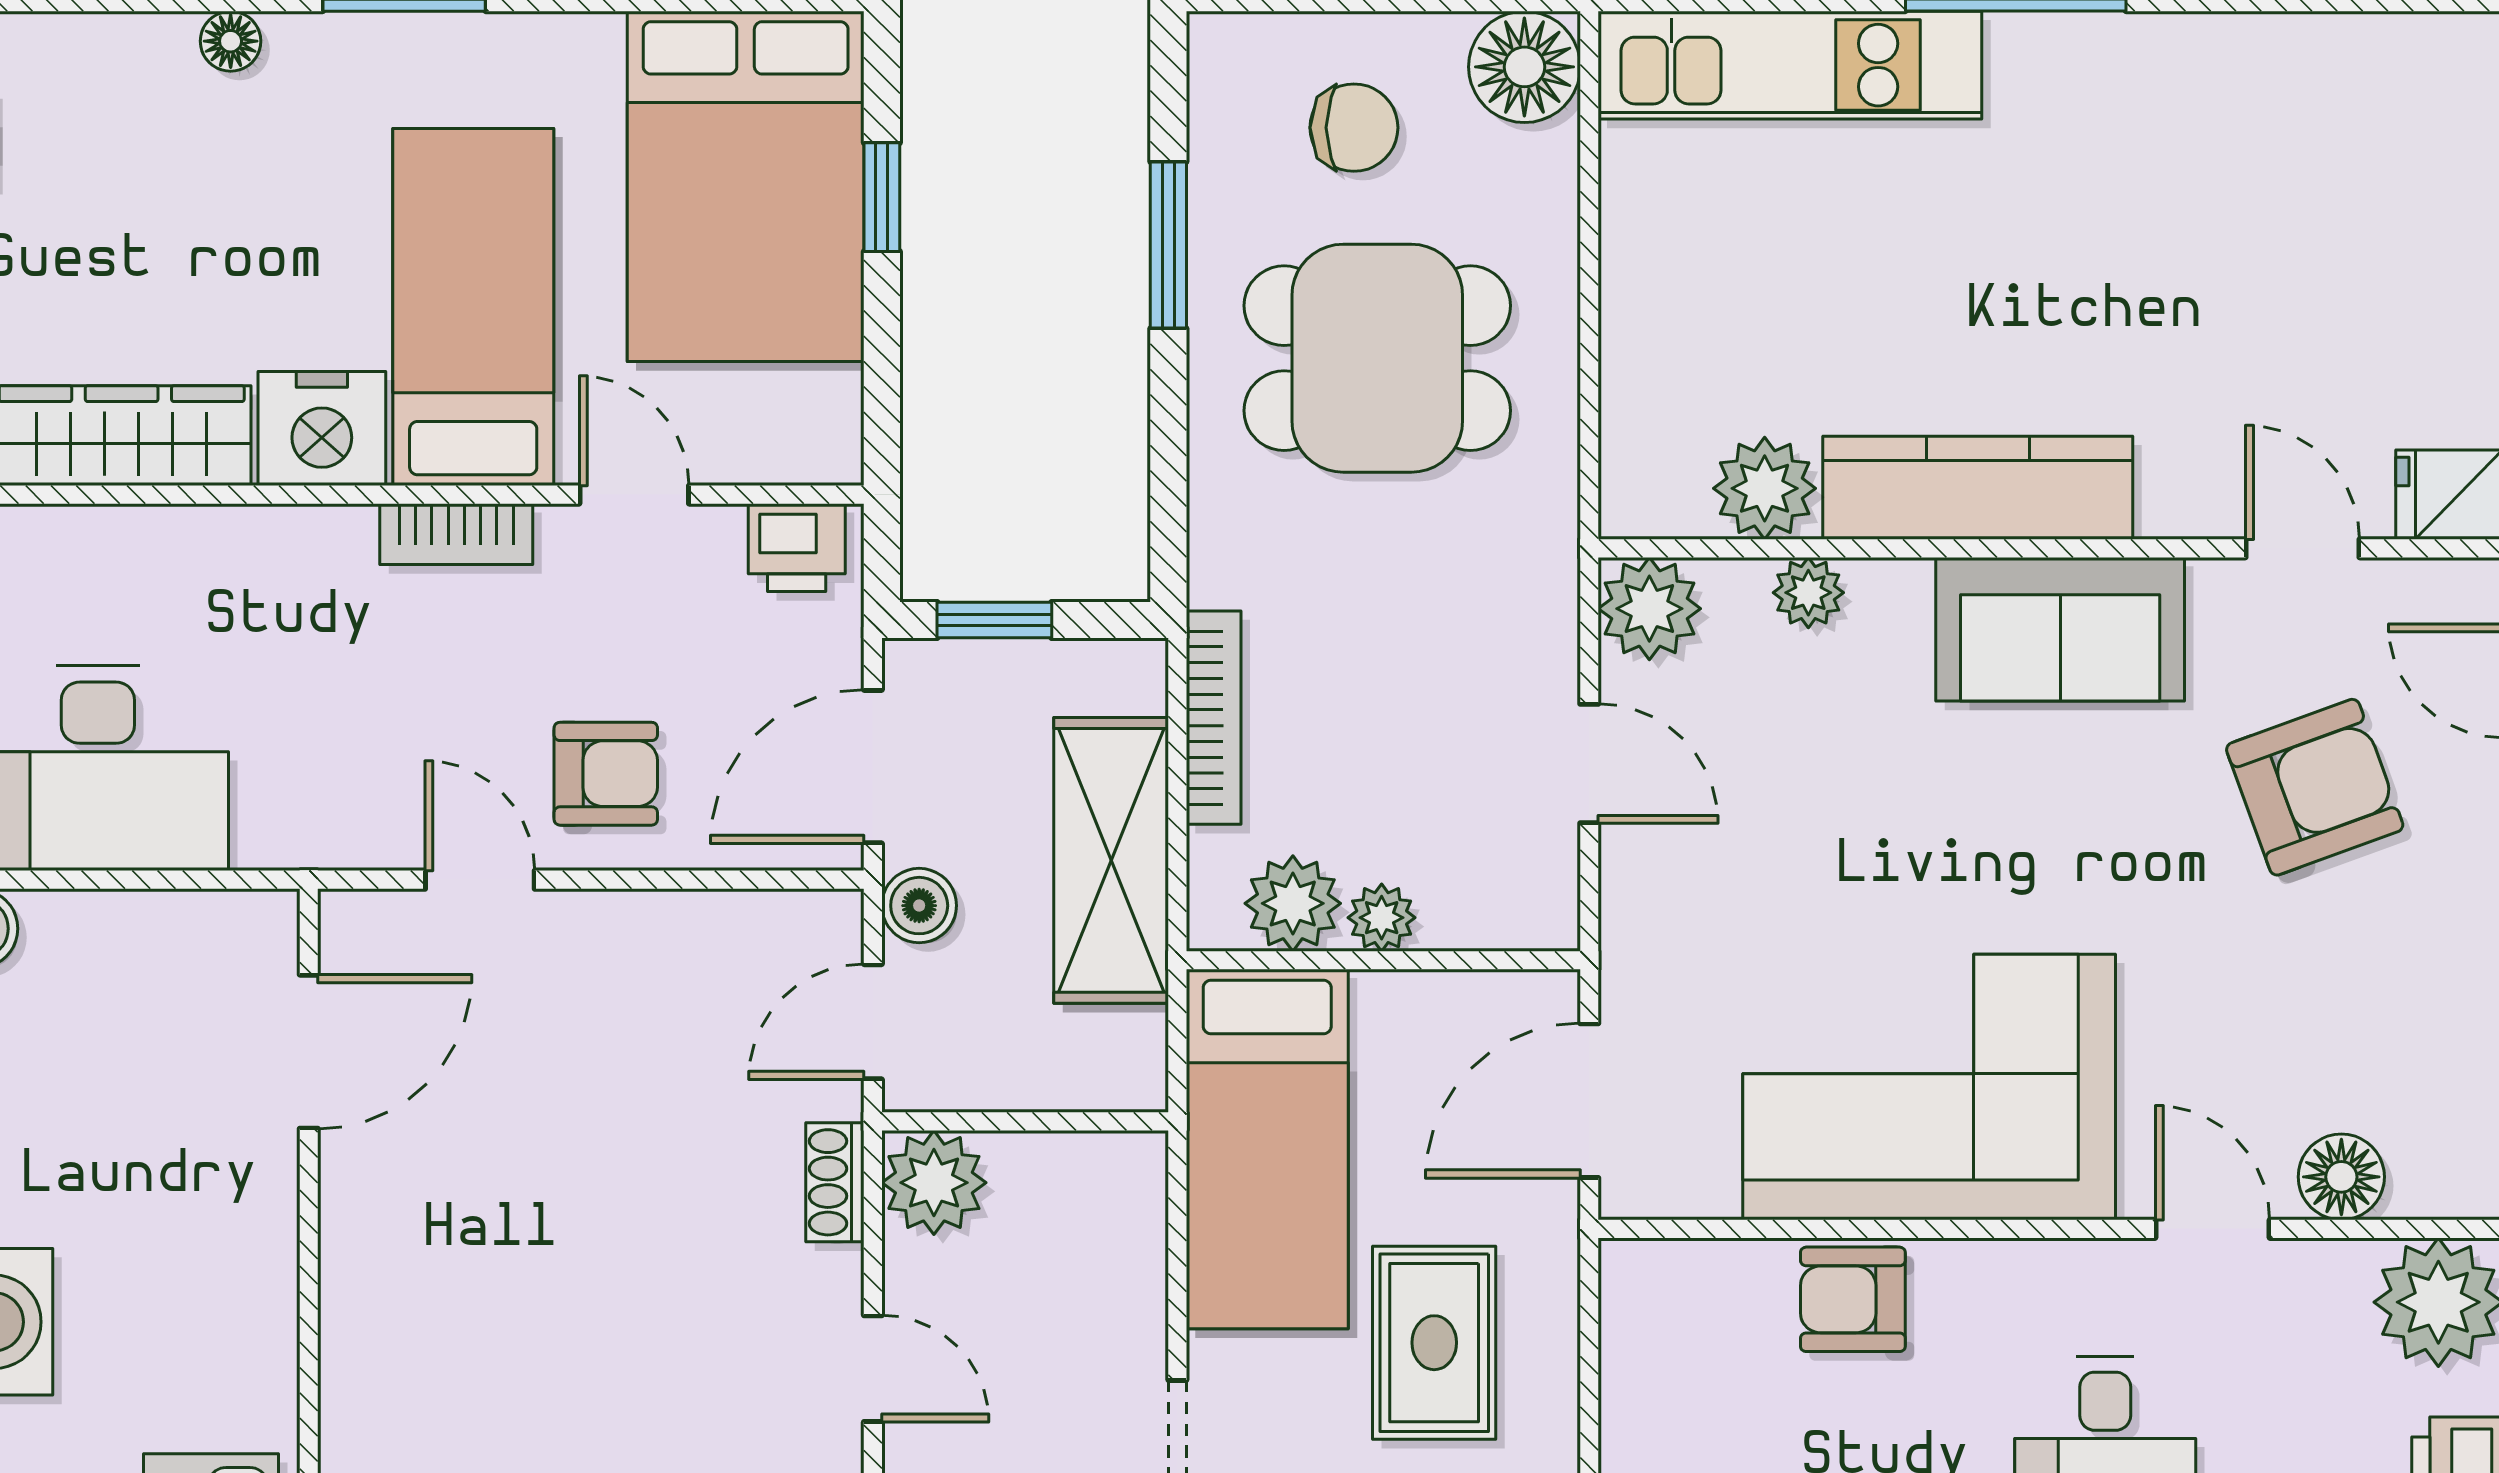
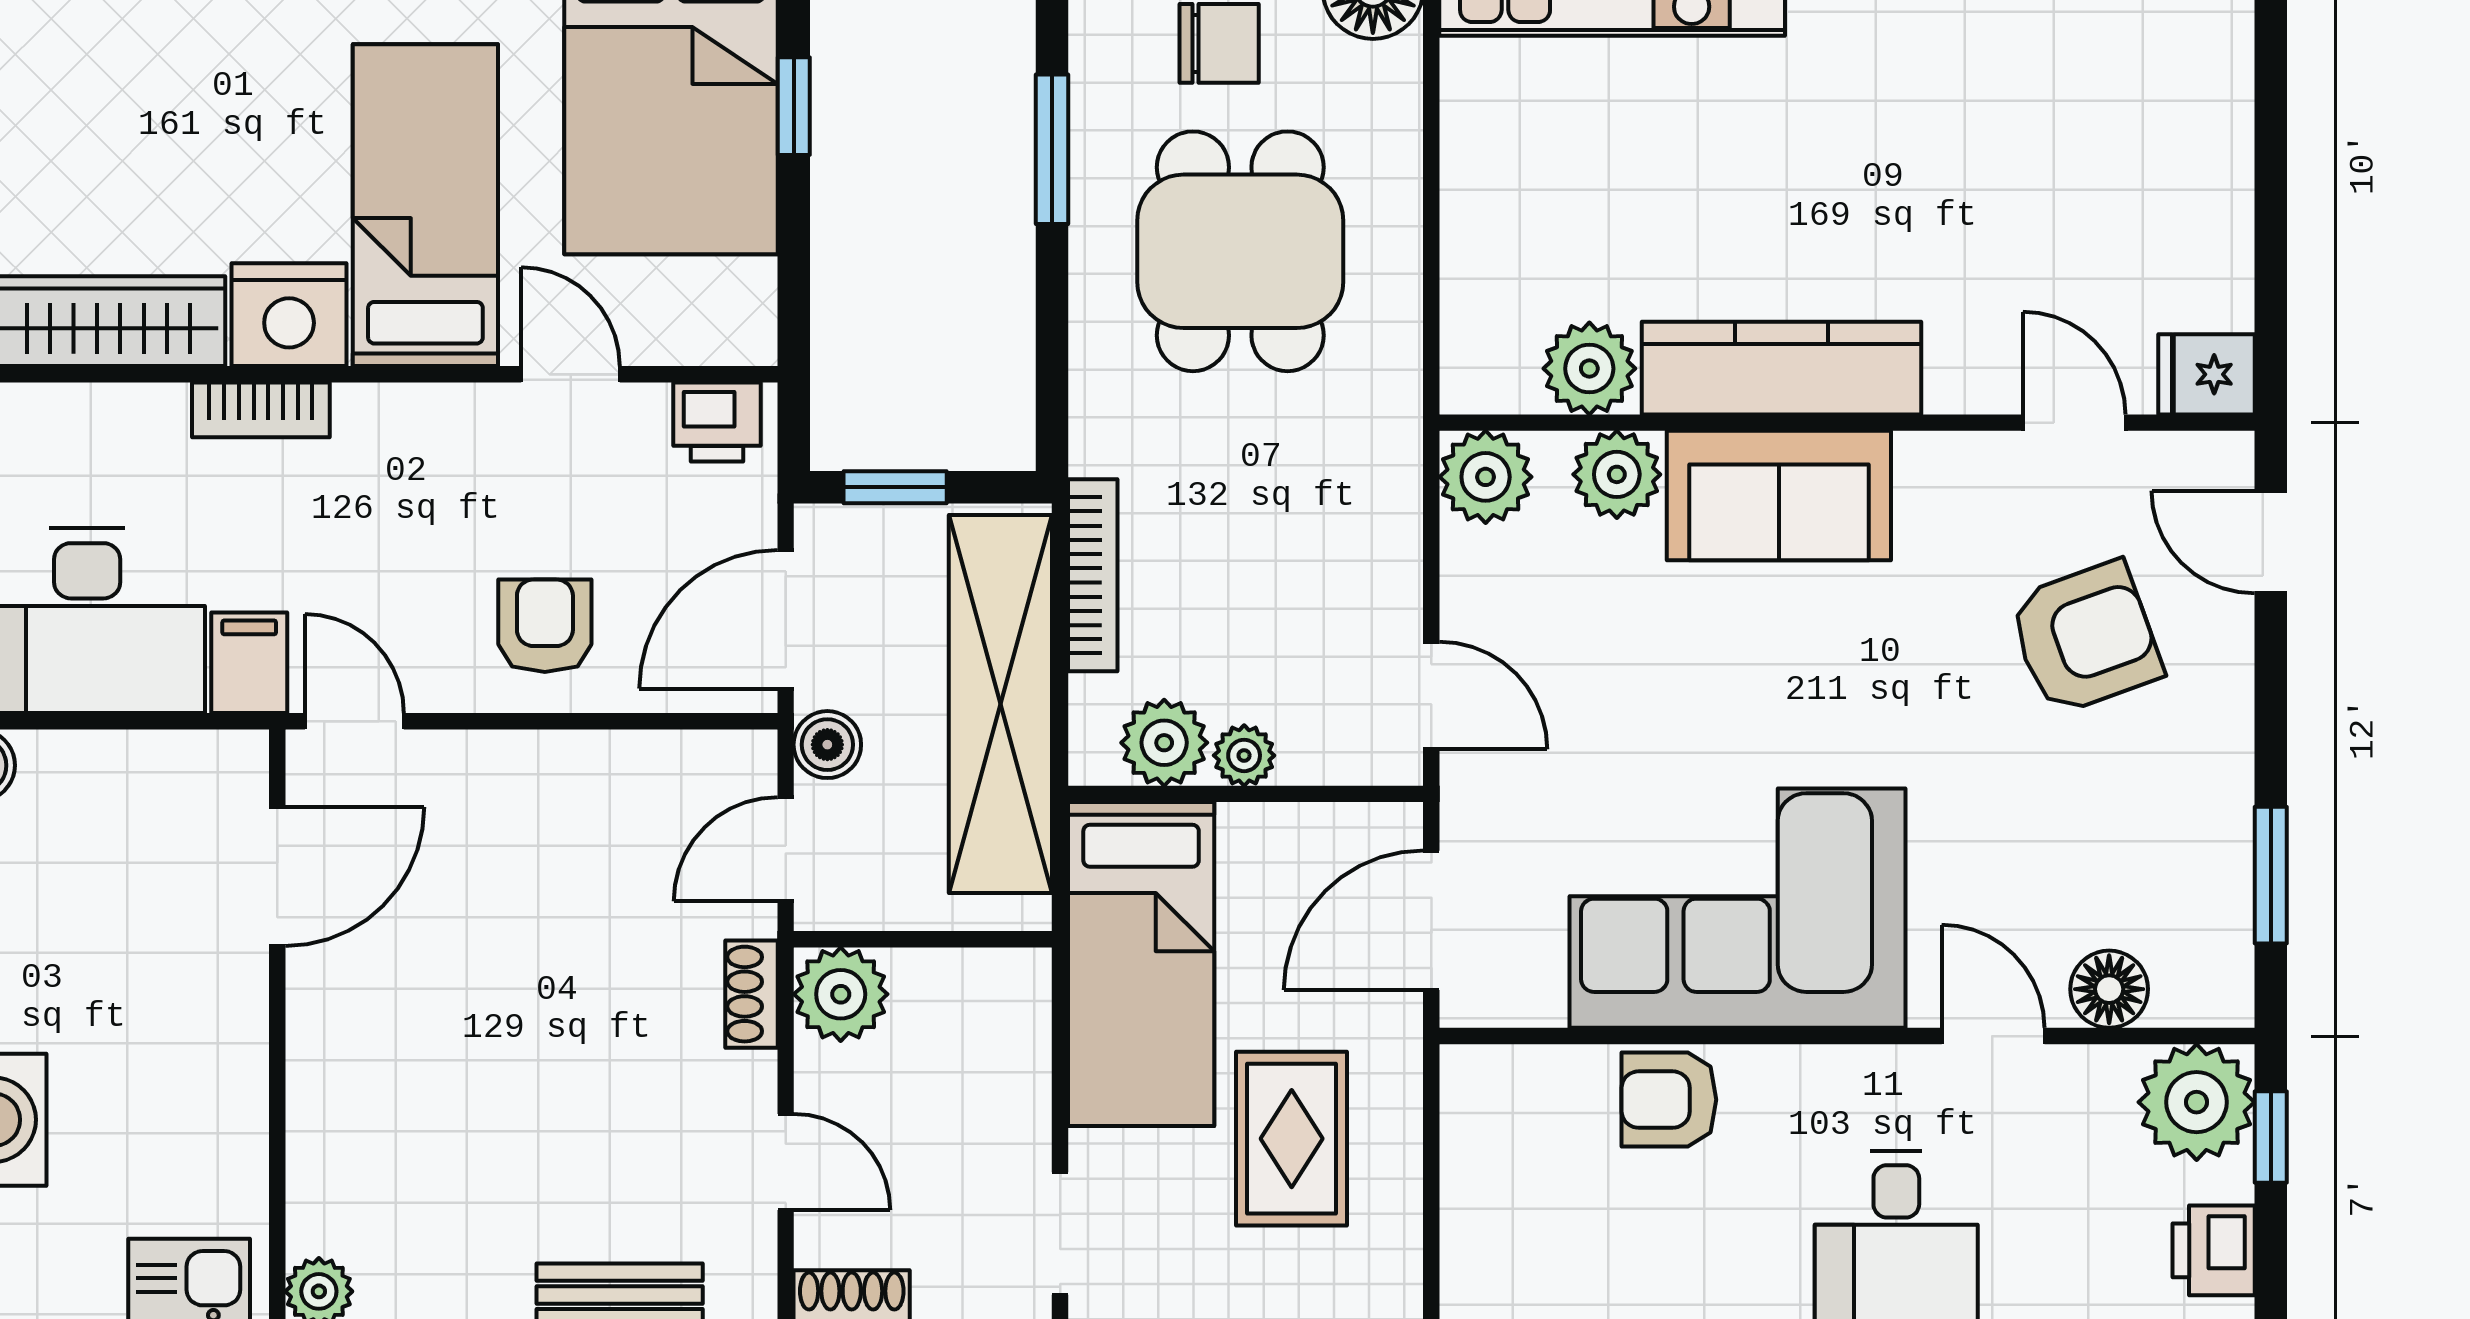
dining table: (1377, 358) -> (1240, 251), turned 90
bookcase: (456, 534) -> (261, 410), moved
plant: (1808, 593) -> (1617, 474), width x1.38, depth x1.38
sofa: (2060, 629) -> (1779, 496), moved
door: (1589, 764) -> (1431, 695), moved
armchair: (606, 774) -> (545, 626), turned -90
filing cabinet: (278, 815) -> (249, 663), added
shelving: (1111, 860) -> (1000, 704), width x1.47
door: (480, 880) -> (354, 721), moved

